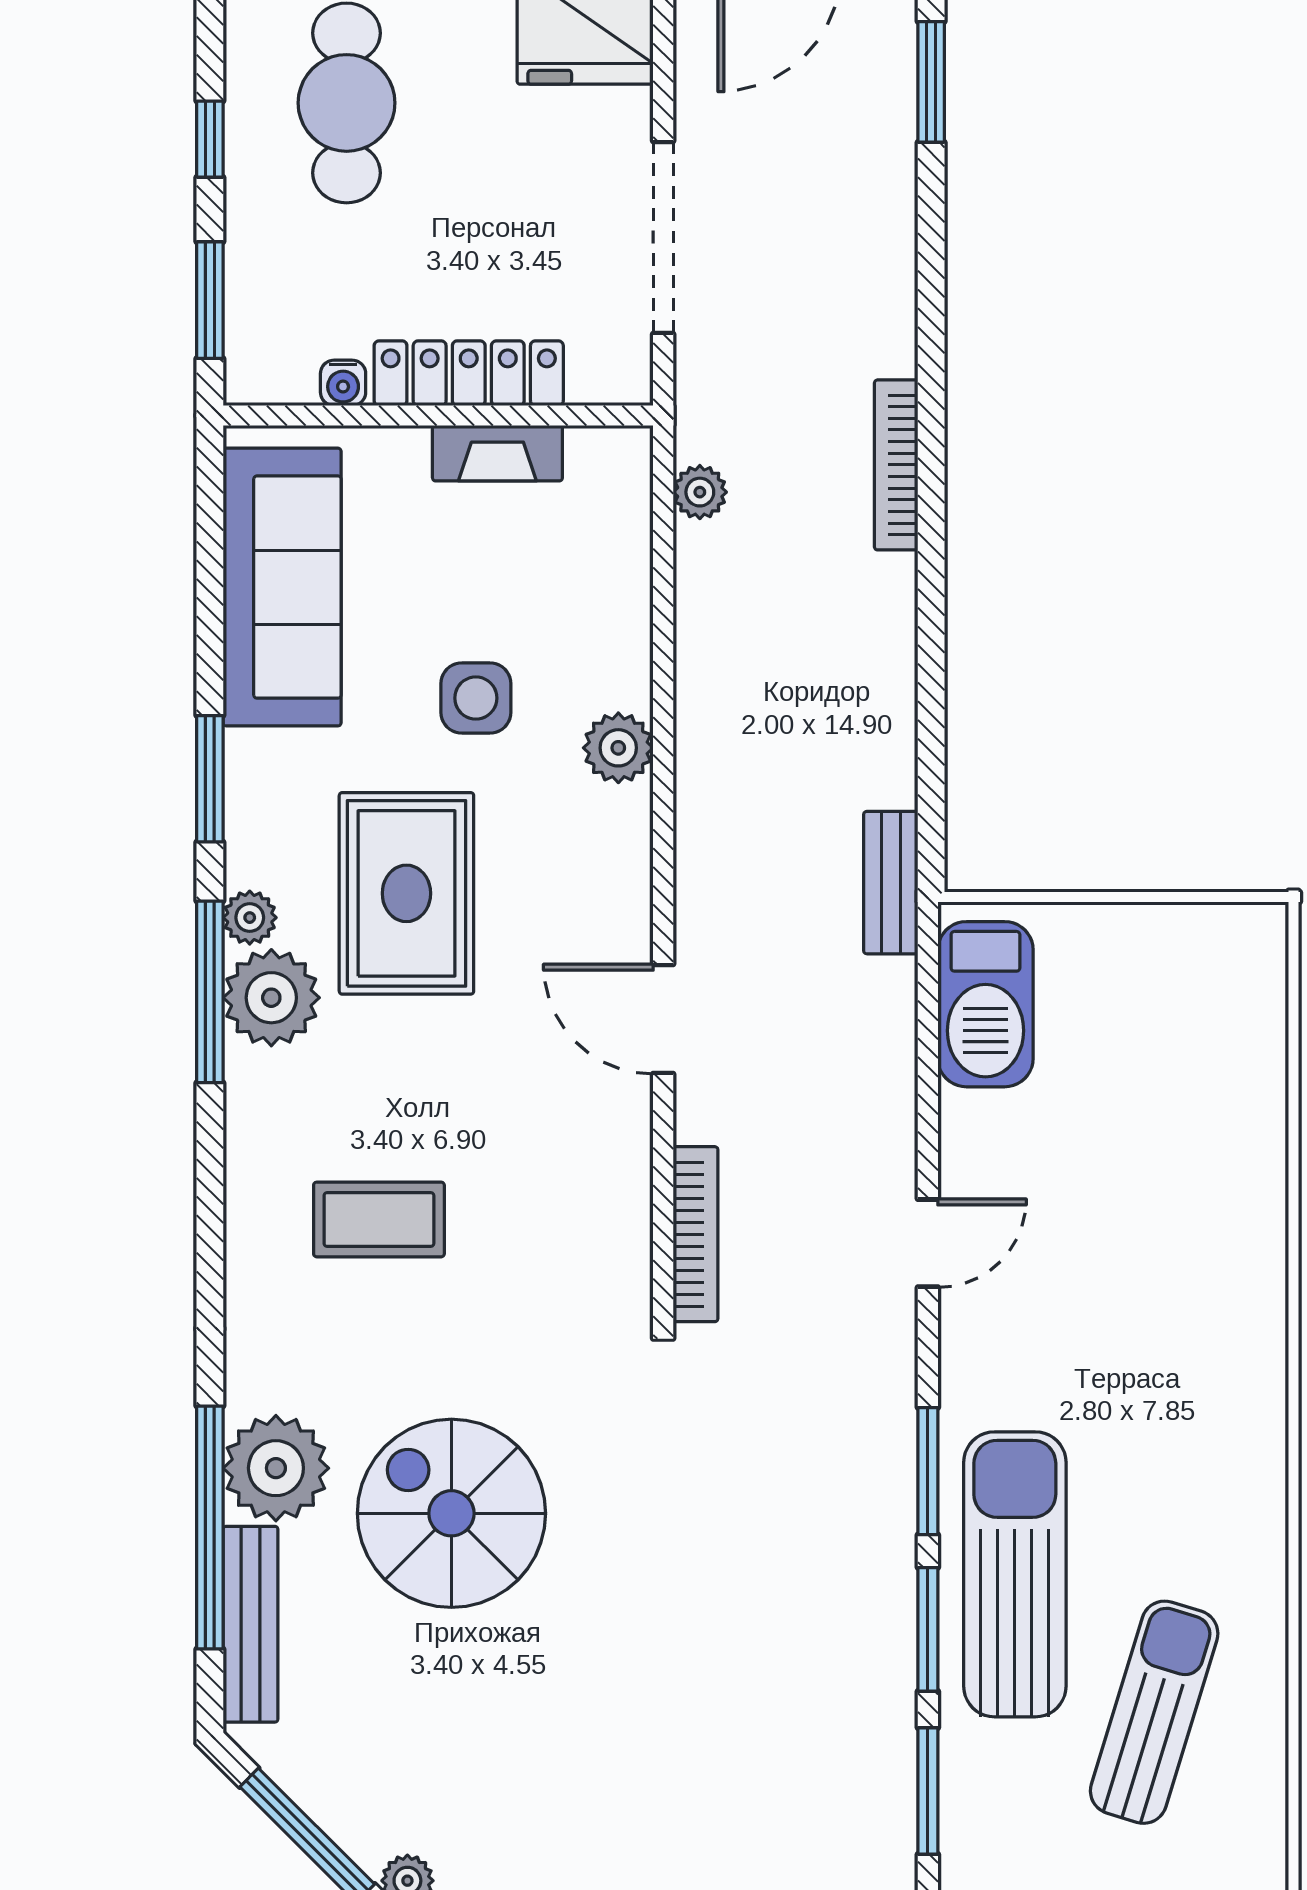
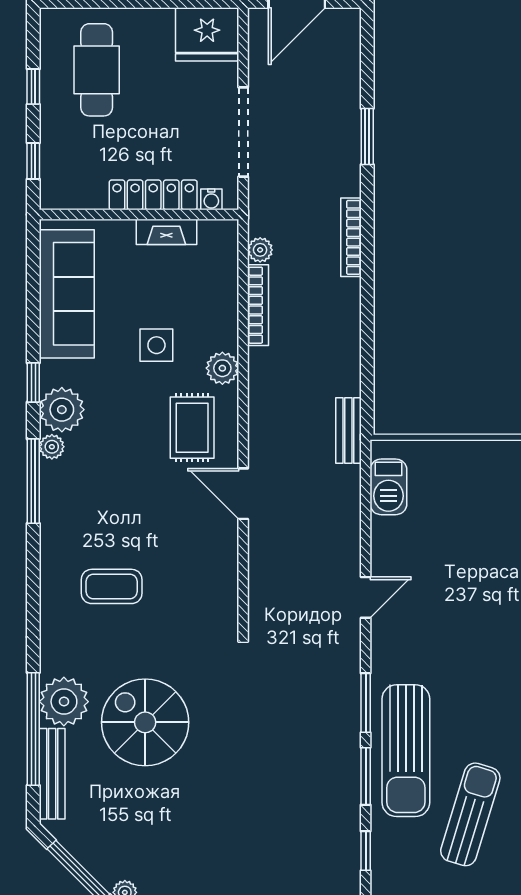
window: (931, 82) -> (367, 136), moved
window: (210, 300) -> (33, 161), width x0.67
water cooler: (343, 383) -> (211, 199), moved
window: (210, 779) -> (33, 382), width x0.67
rug: (406, 893) -> (192, 428), moved, width x0.73, depth x0.70
plant: (271, 998) -> (62, 410), moved
barbecue: (985, 1004) -> (388, 487), width x0.73, depth x0.83
bookcase: (695, 1234) -> (258, 305), moved
sun lounger: (1015, 1574) -> (406, 751), turned 180
window: (928, 1791) -> (366, 851), width x0.67

